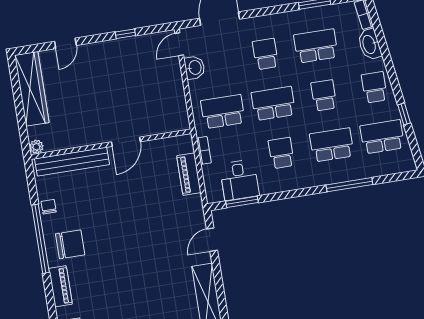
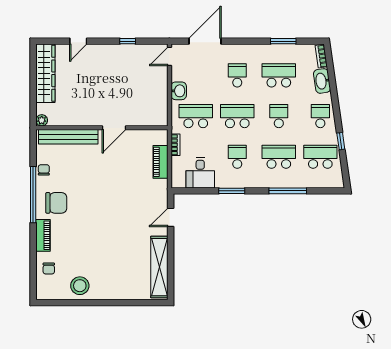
washbasin: (195, 68) -> (179, 91), moved
window: (242, 202) -> (232, 191), moved

